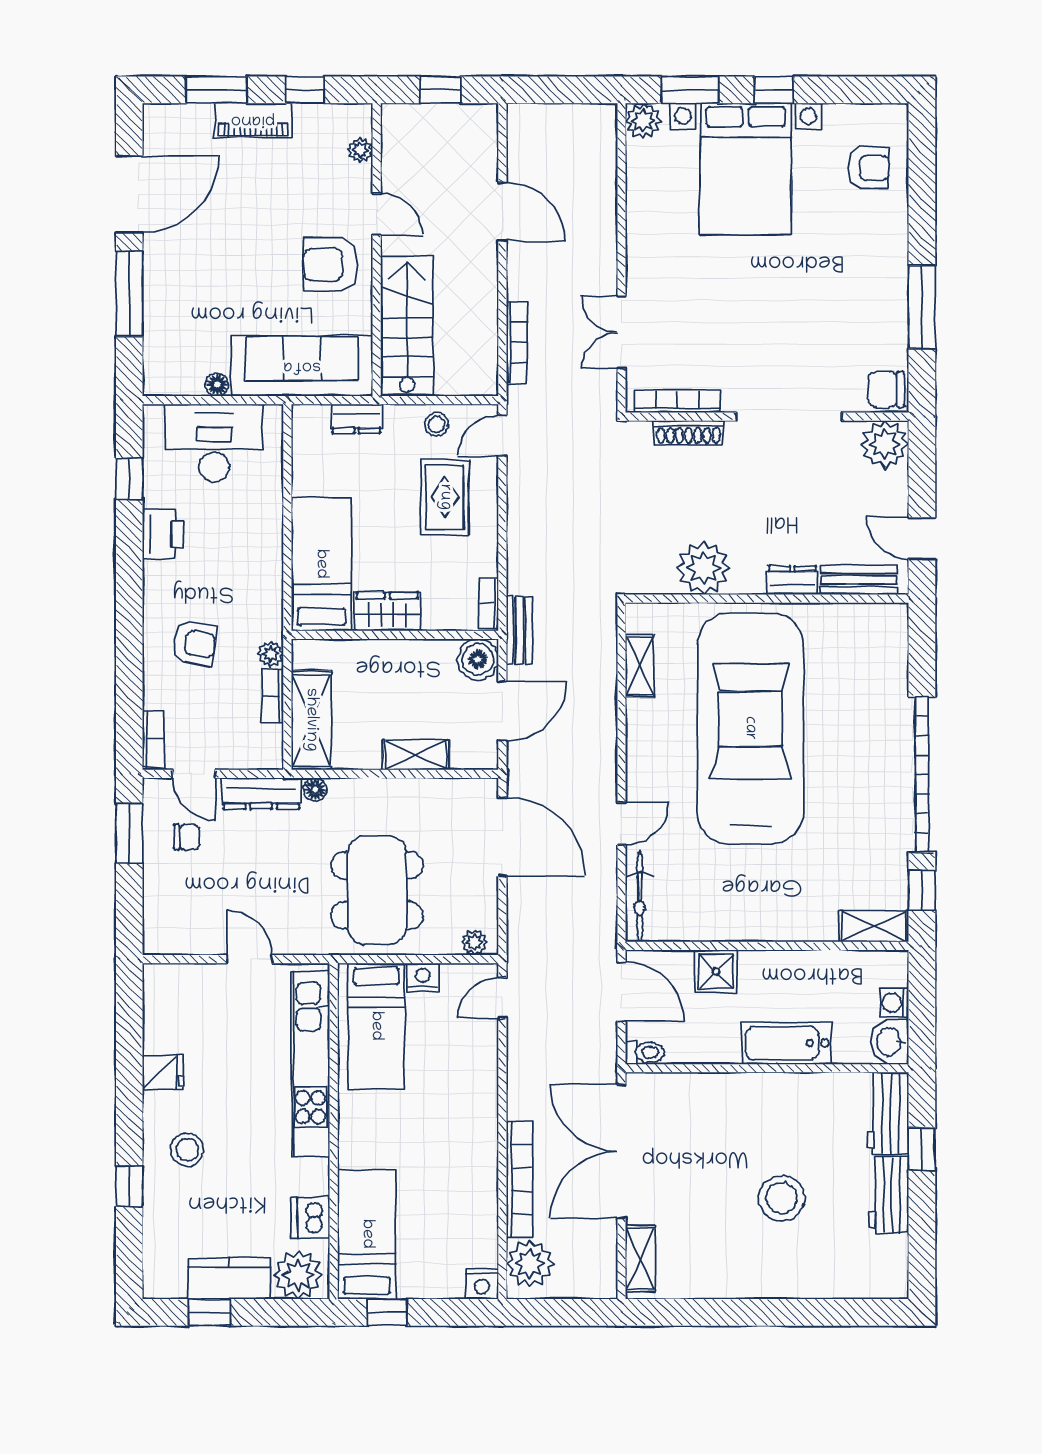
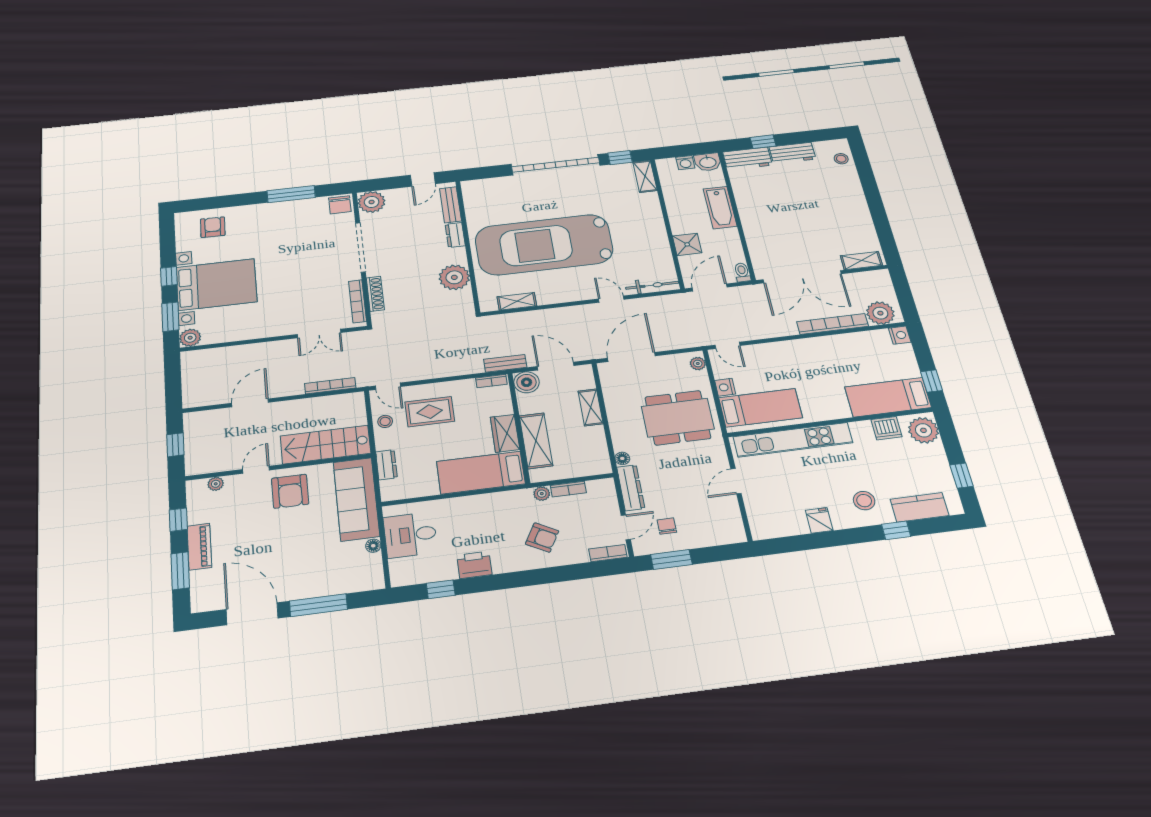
desk: (214, 443) -> (410, 535), width x0.73
armchair: (194, 643) -> (542, 537), turned 110
shelving: (311, 720) -> (536, 441), moved, turned 90
stool: (782, 1198) -> (841, 159), moved, width x0.53, depth x0.53
kitchen counter: (229, 1278) -> (920, 507), moved, turned 90

